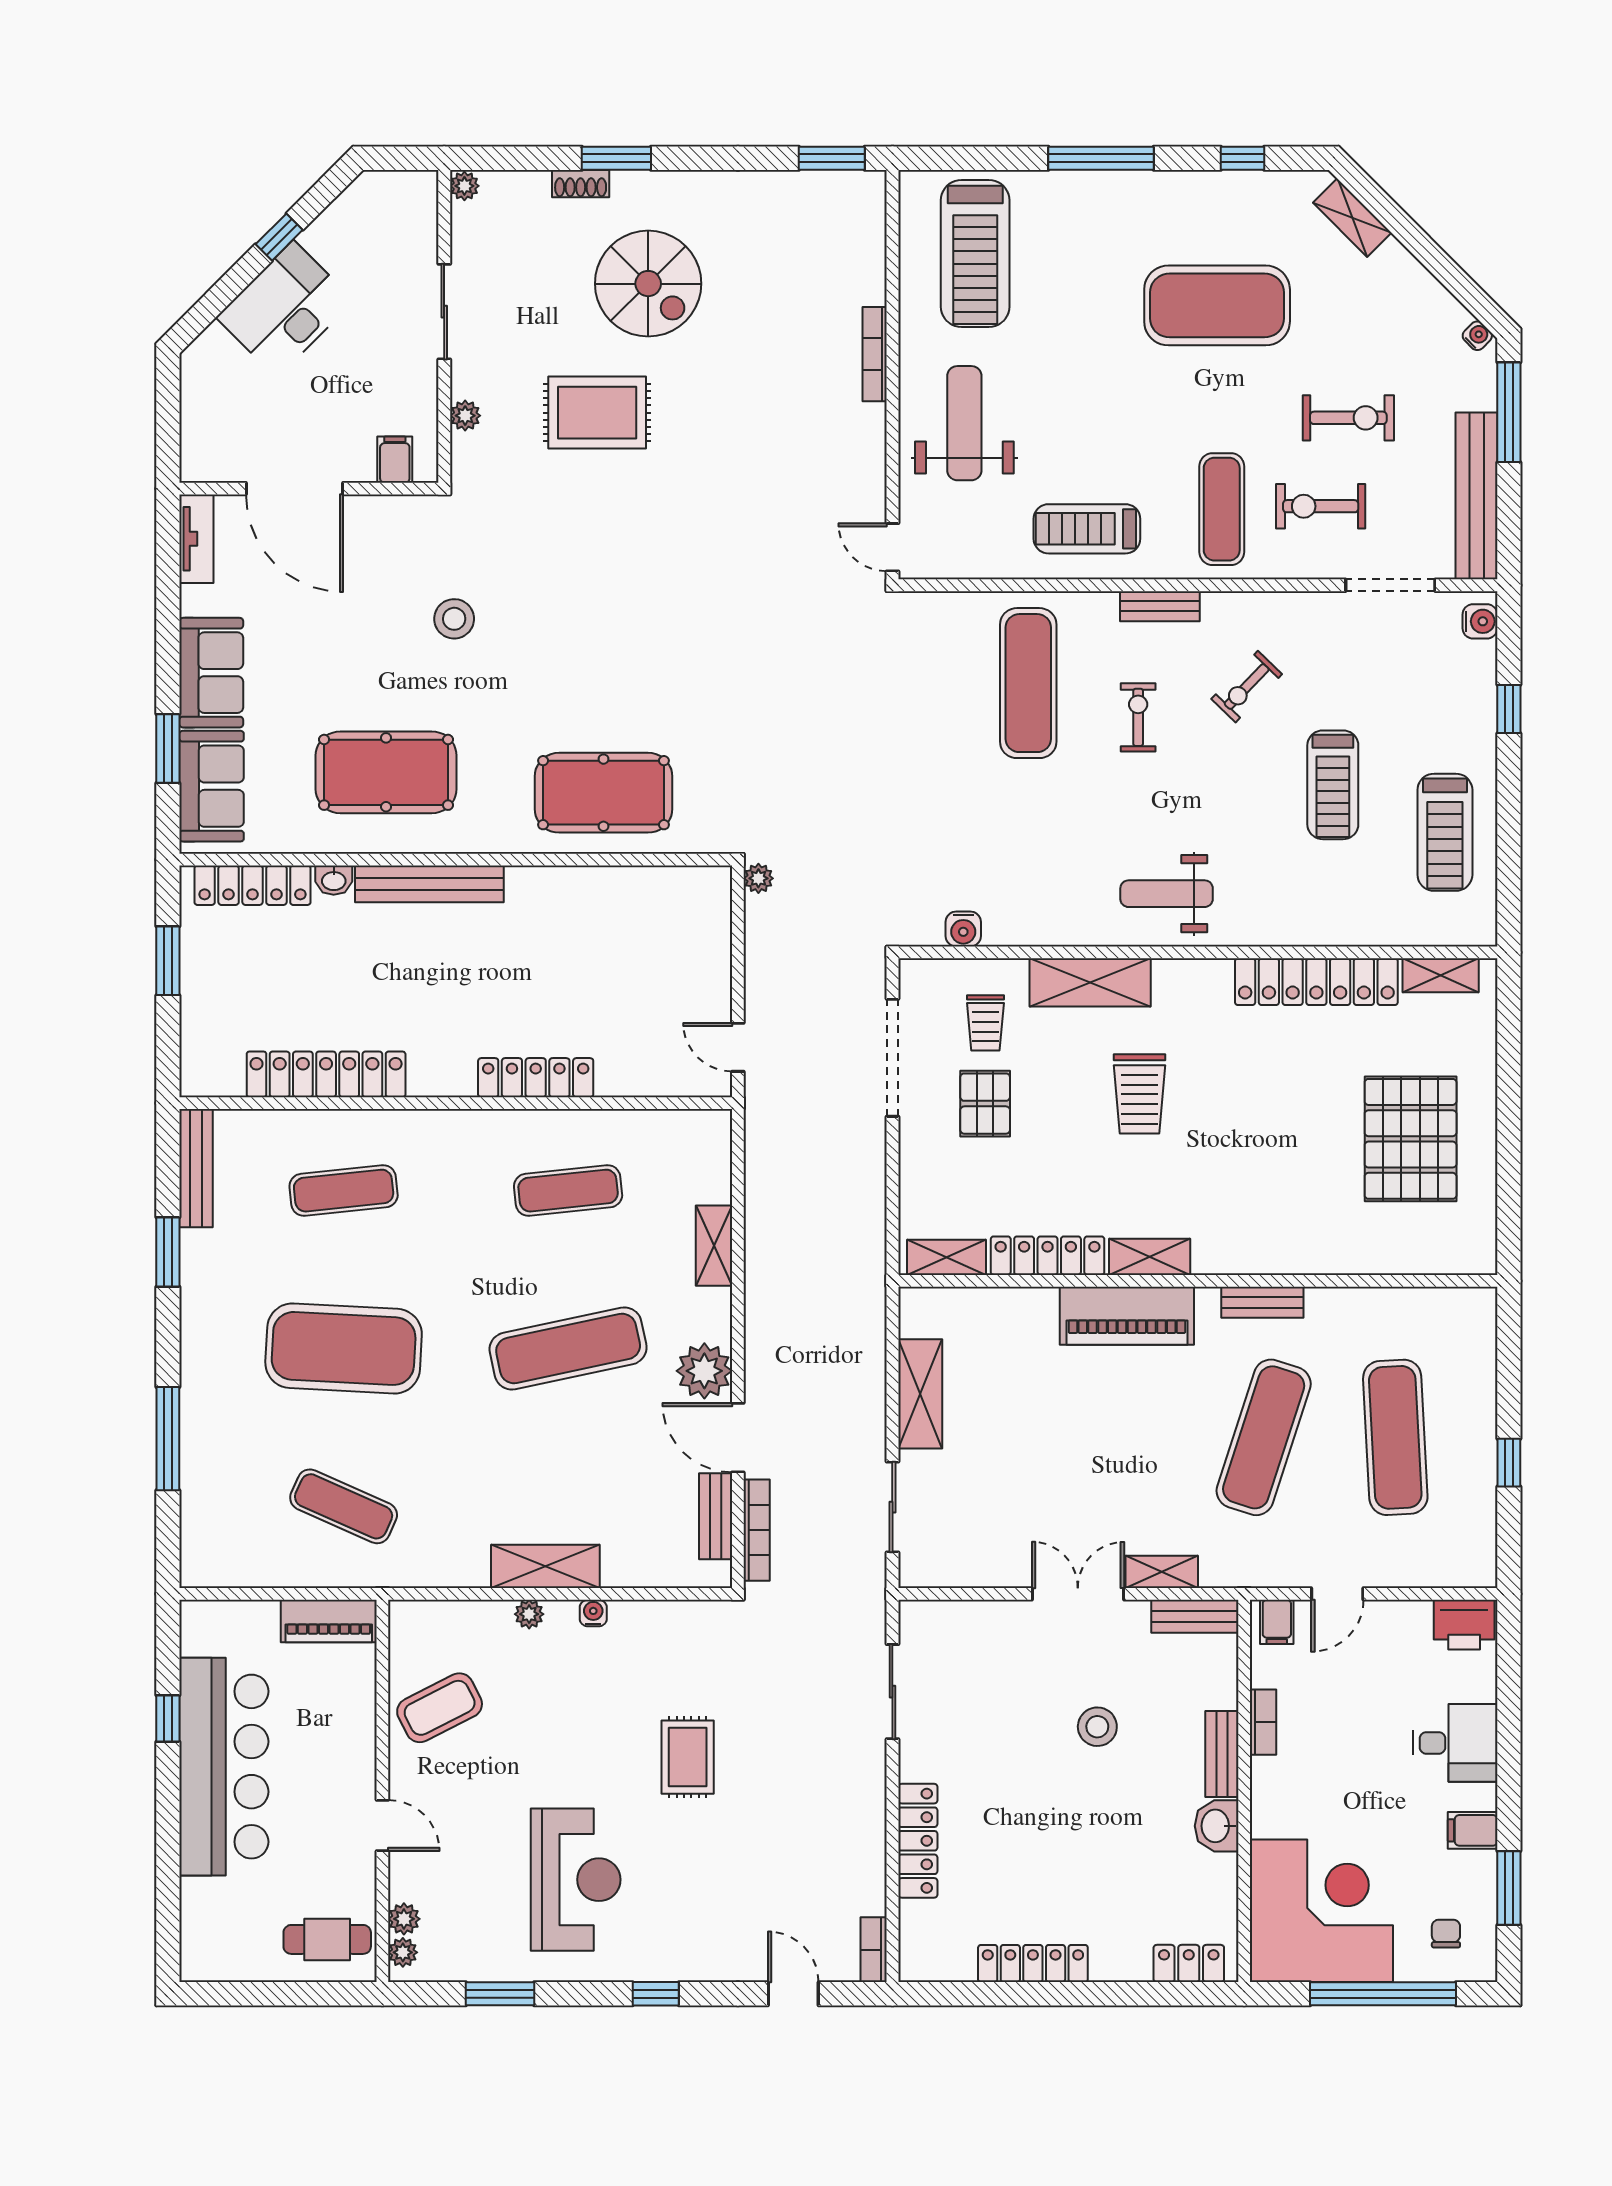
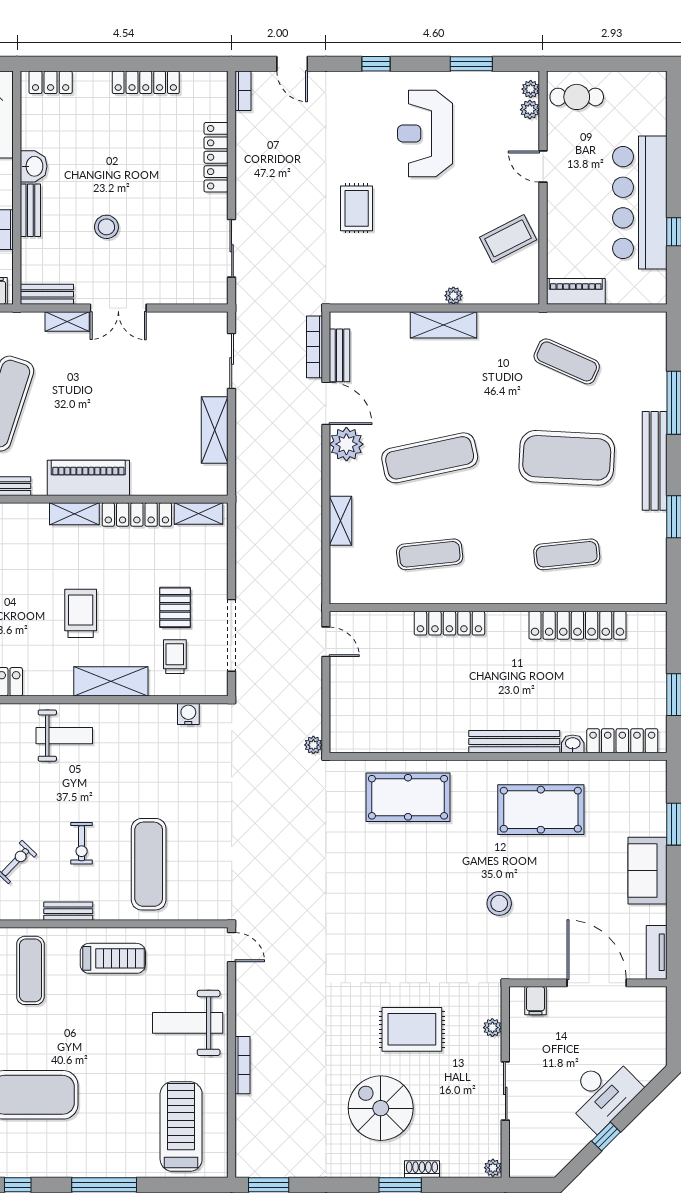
weight bench: (964, 423) -> (188, 1023), turned 90
sofa: (212, 786) -> (647, 801), removed
bench: (196, 1168) -> (655, 461), moved, width x1.37, depth x1.21
water cooler: (593, 1613) -> (414, 296), removed

